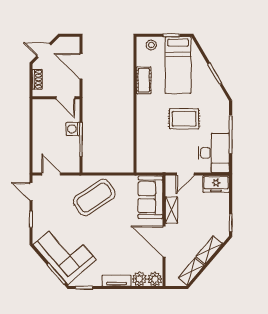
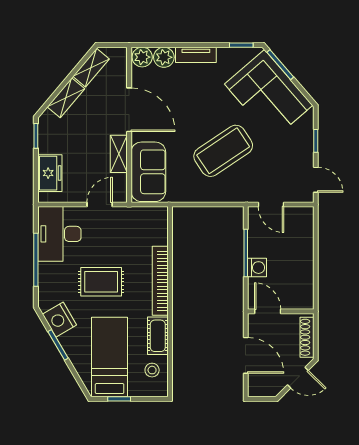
stool: (151, 45) -> (152, 370), moved
shoe rack: (37, 79) -> (307, 337), width x1.43
nightstand: (214, 92) -> (59, 320), added
bookcase: (142, 120) -> (160, 281), added
door: (51, 174) -> (271, 204), moved
freezer: (216, 184) -> (50, 173), moved, turned 90
coffee table: (94, 198) -> (223, 151), moved

